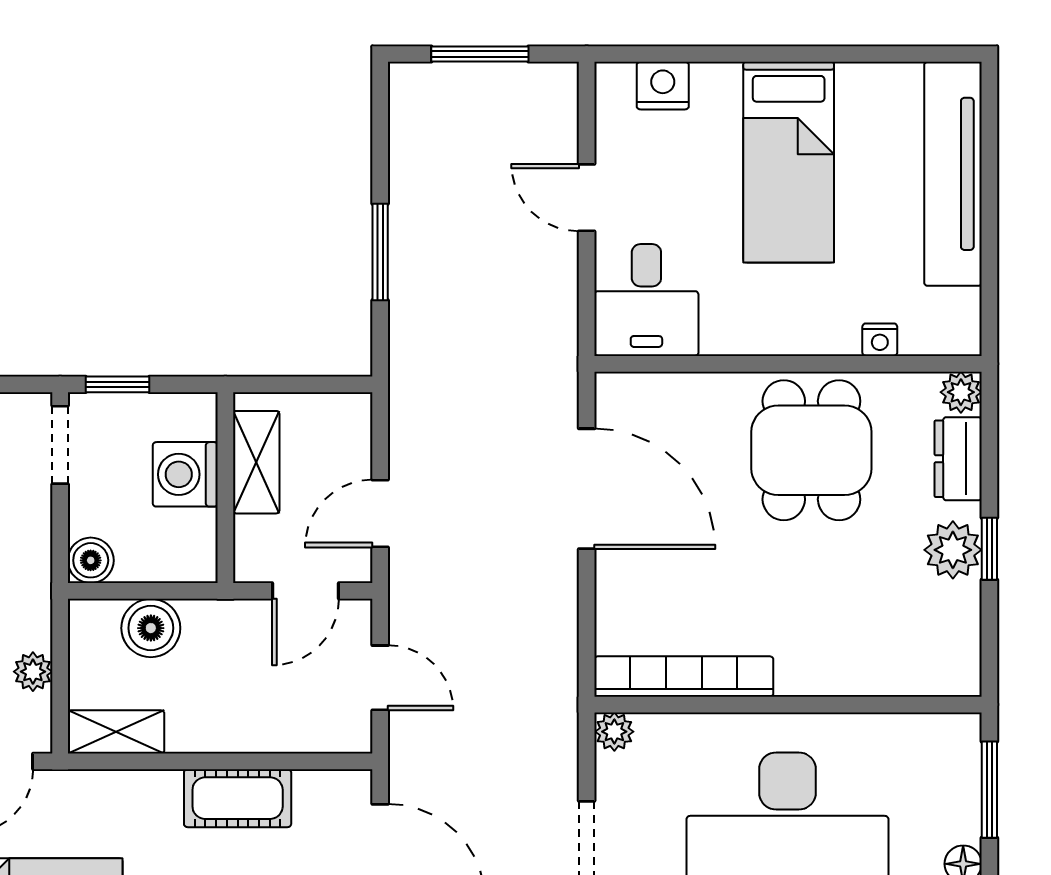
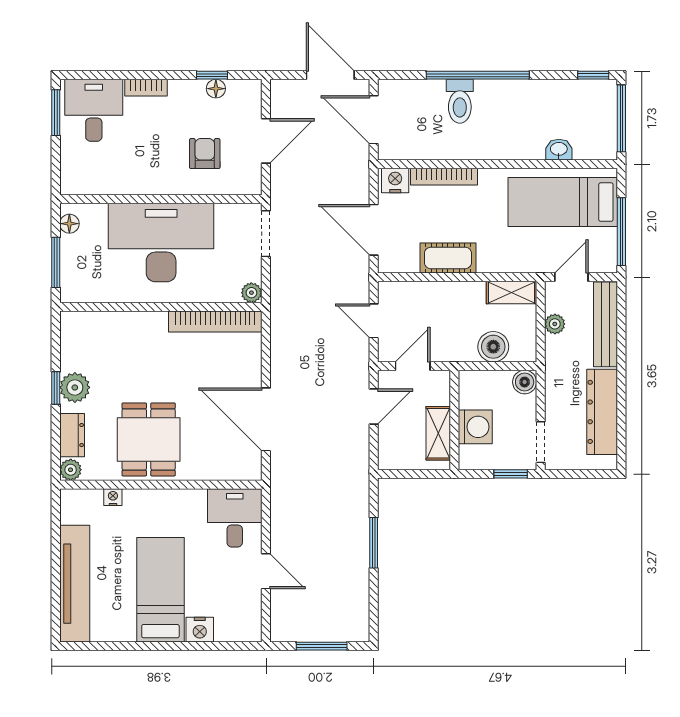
nightstand: (663, 86) -> (200, 630), moved

